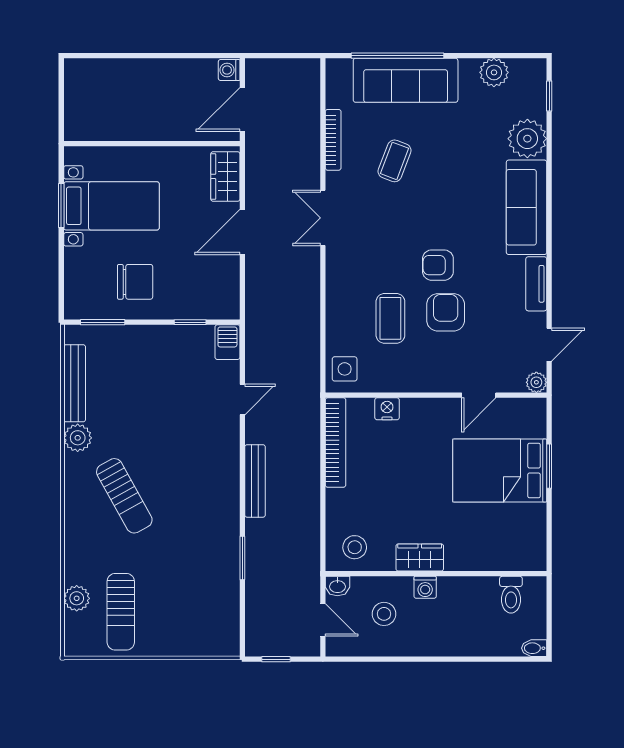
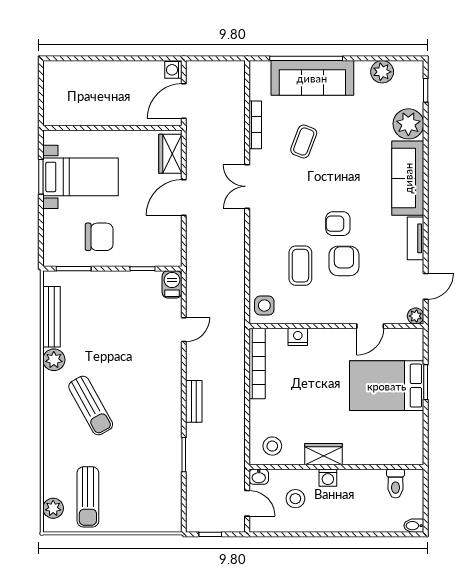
bench: (255, 481) -> (194, 401), width x0.73
plant: (77, 598) -> (53, 508), moved

